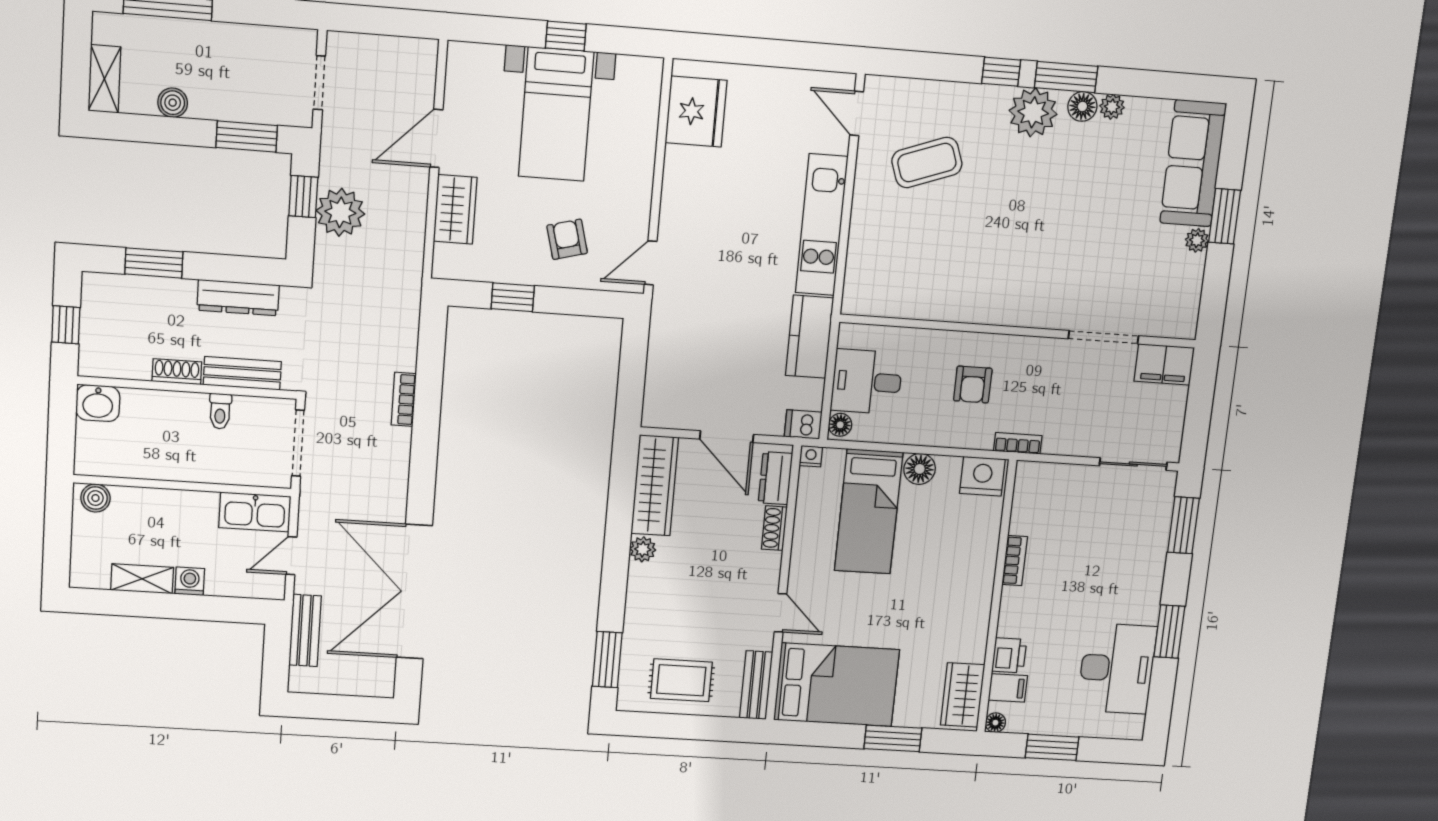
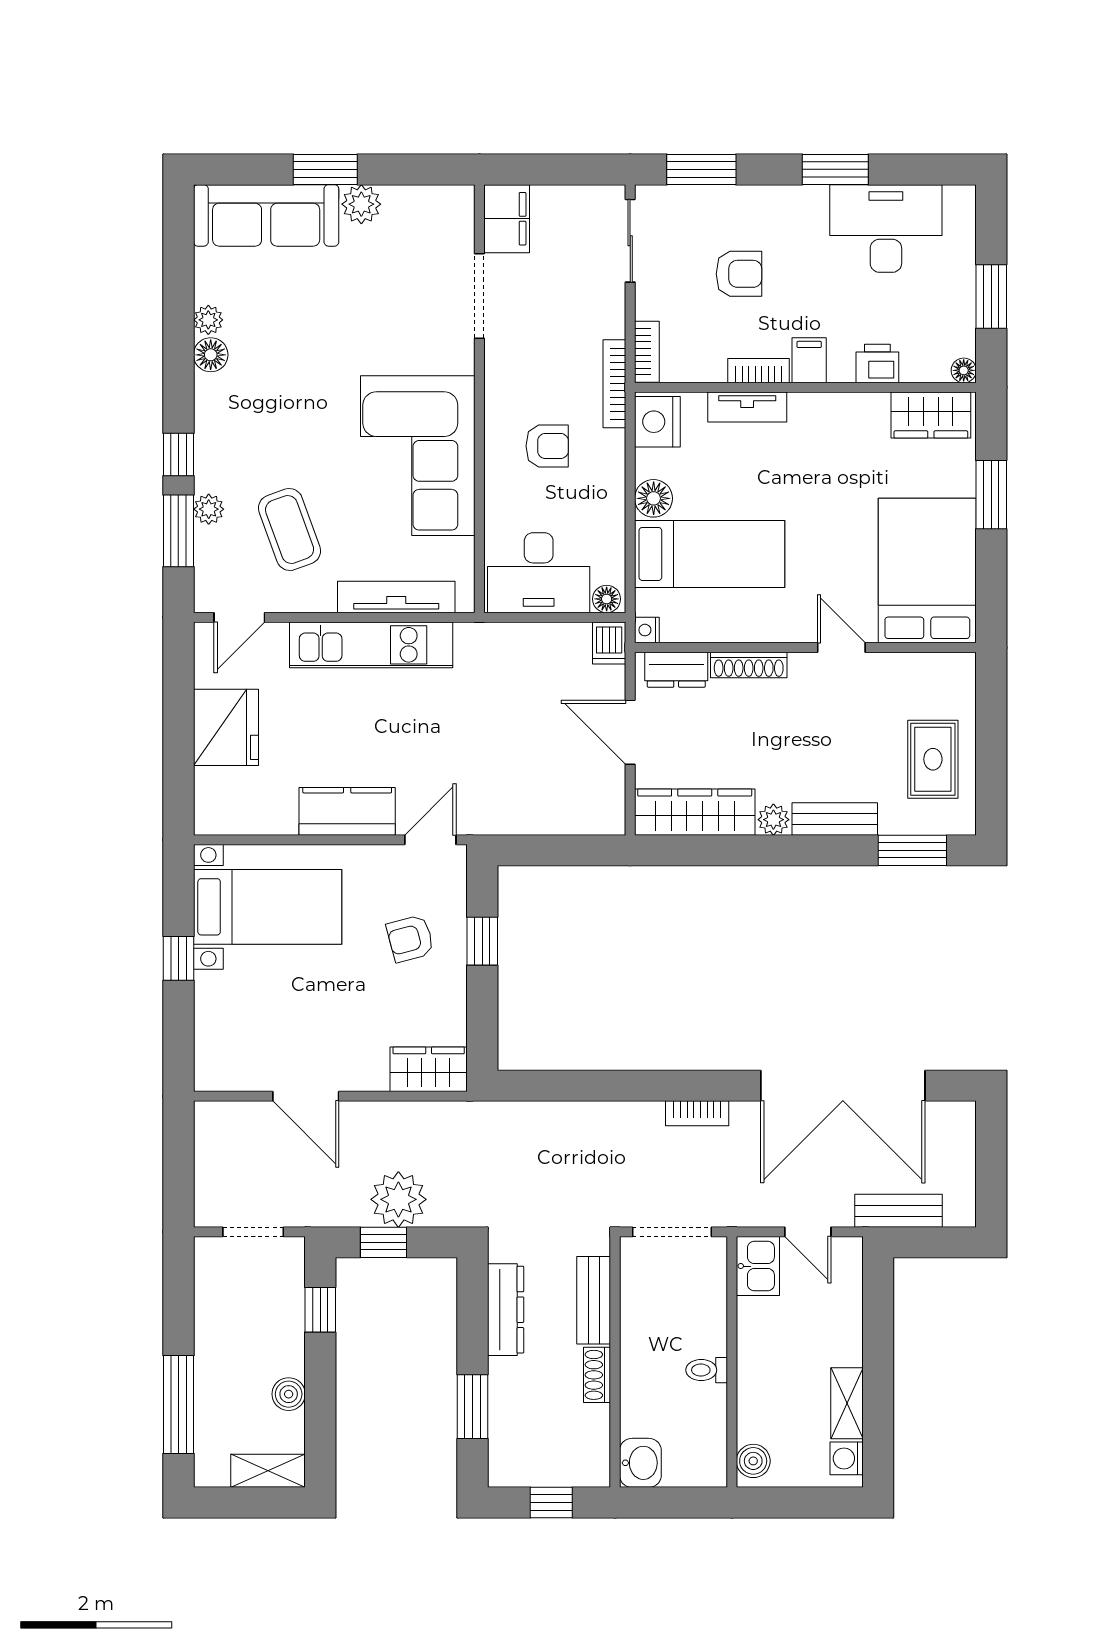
window: (1066, 77) -> (178, 531), moved
fridge: (696, 112) -> (226, 727), moved, turned 90
plant: (1033, 112) -> (209, 509), moved, width x0.53, depth x0.53
bed with nightstands: (556, 114) -> (268, 907), moved
window: (247, 136) -> (320, 1310), width x0.67
wardrobe: (455, 209) -> (429, 1069), moved
plant: (1197, 240) -> (361, 204), width x1.38, depth x1.38
tv unit: (860, 249) -> (396, 597), added
door: (651, 263) -> (430, 840), swing flipped
corner sofa: (977, 276) -> (418, 456), added
window: (513, 297) -> (482, 941), moved
kitchen counter: (810, 337) -> (347, 811), moved, turned 180
desk: (867, 382) -> (539, 573), width x1.37
bookcase: (404, 399) -> (697, 1113), moved
toilet: (220, 411) -> (707, 1370), moved, turned 180
door: (727, 437) -> (630, 732), swing flipped
bookcase: (1018, 443) -> (614, 384), width x1.56
bookcase: (1041, 472) -> (647, 352), added
kitchen sink: (255, 512) -> (758, 1266), width x0.73
shoe rack: (774, 528) -> (749, 665), width x1.43
tv unit: (986, 550) -> (747, 407), added
armchair: (1095, 550) -> (739, 274), added
washing machine: (190, 581) -> (847, 1458), moved
door: (780, 613) -> (841, 648), hinge flipped
bench: (756, 685) -> (835, 819), moved
filing cabinet: (1008, 688) -> (809, 360), moved

